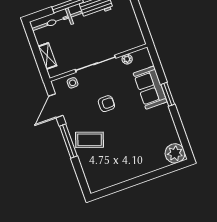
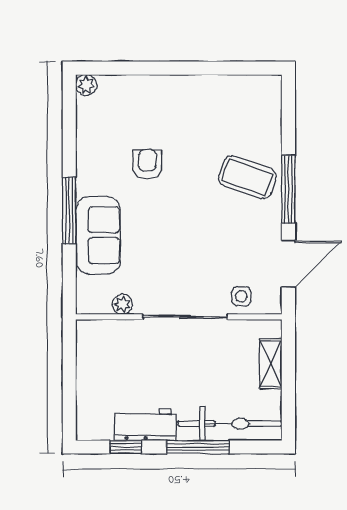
window: (168, 94) -> (69, 211), width x1.44
armchair: (106, 104) -> (147, 164), moved, turned 90
plant: (175, 153) -> (86, 85), width x0.53, depth x0.53

